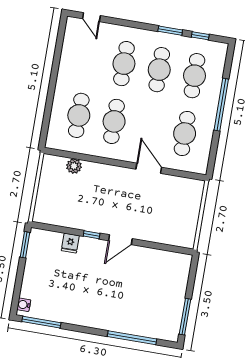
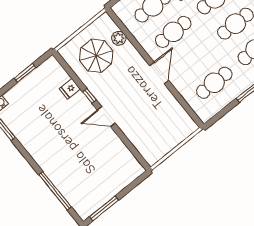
door: (149, 168) -> (159, 73), moved
parasol: (68, 197) -> (96, 56), added
window: (25, 245) -> (25, 73), moved

